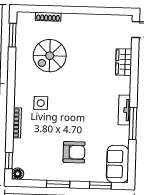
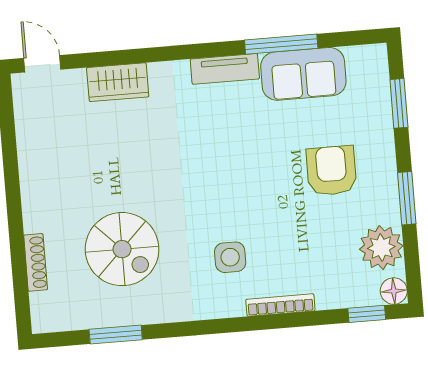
window: (13, 35) -> (116, 335), moved
window: (133, 124) -> (281, 44), moved
sofa: (118, 164) -> (303, 74), moved
plant: (37, 170) -> (381, 248), added

